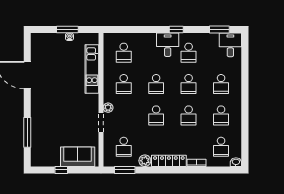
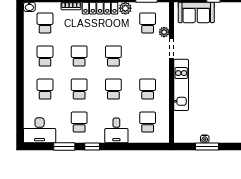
window: (219, 29) -> (64, 147), moved
desk: (168, 45) -> (116, 130), moved
desk: (230, 45) -> (40, 130), width x1.37
kitchen unit: (92, 69) -> (181, 85), moved
plant: (108, 108) -> (164, 32), moved

